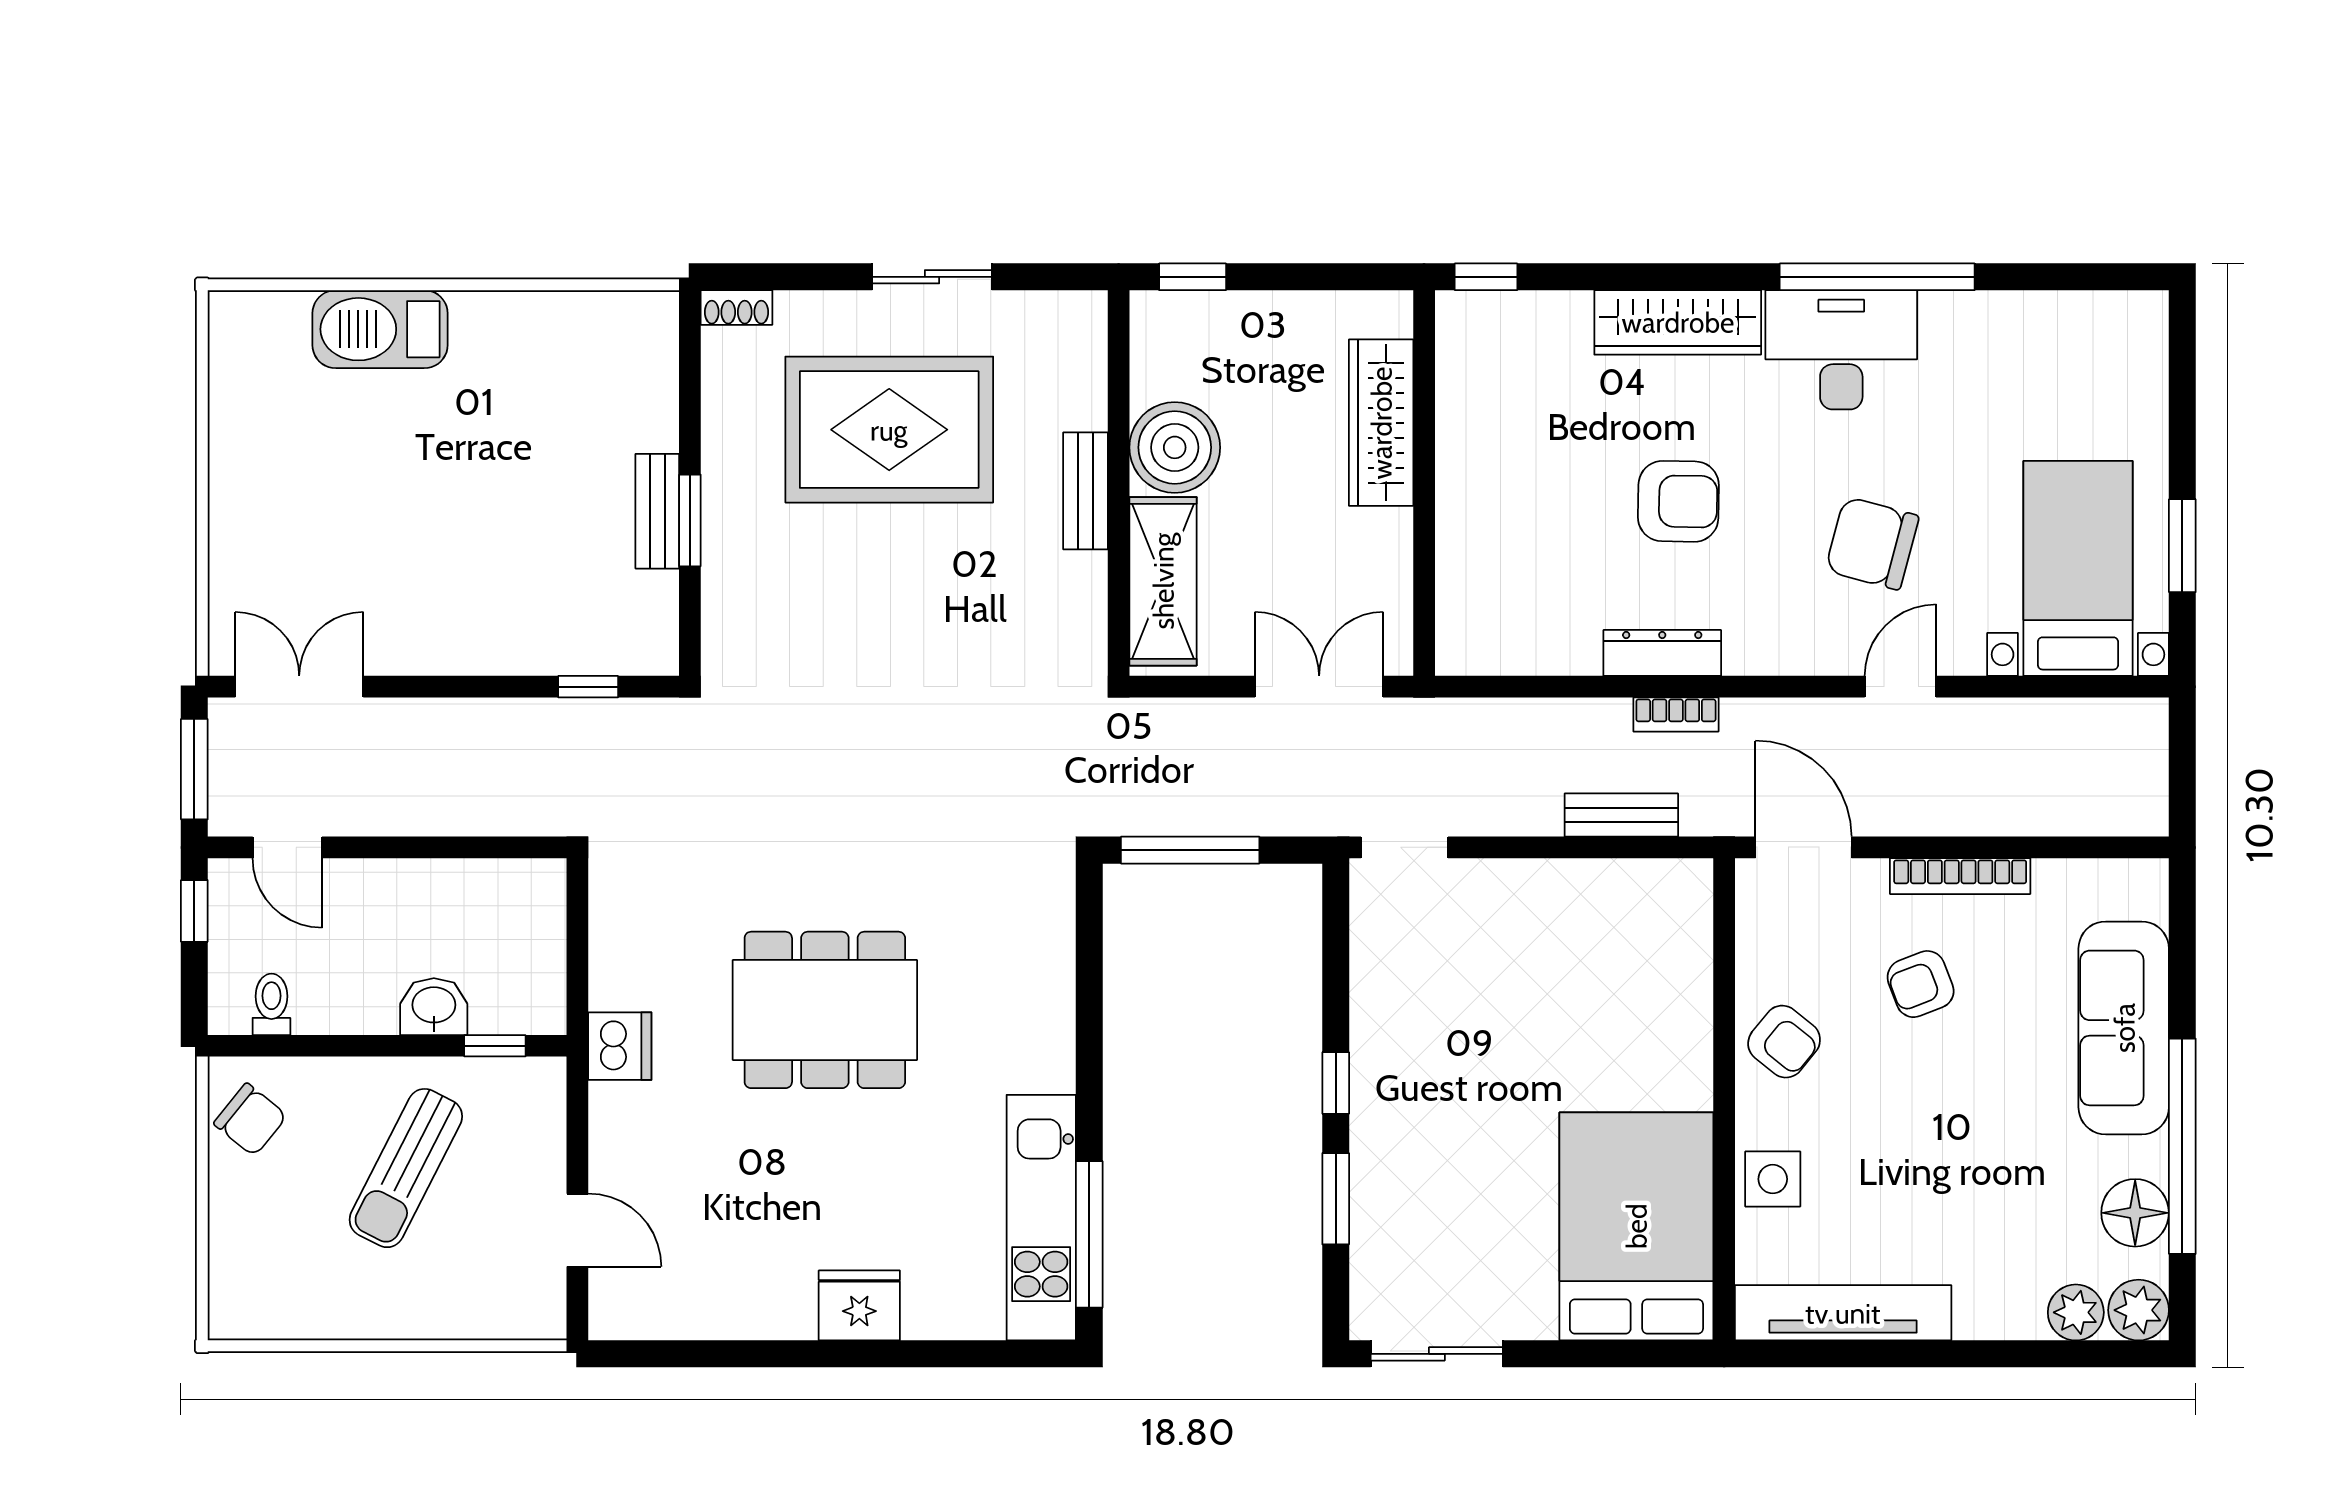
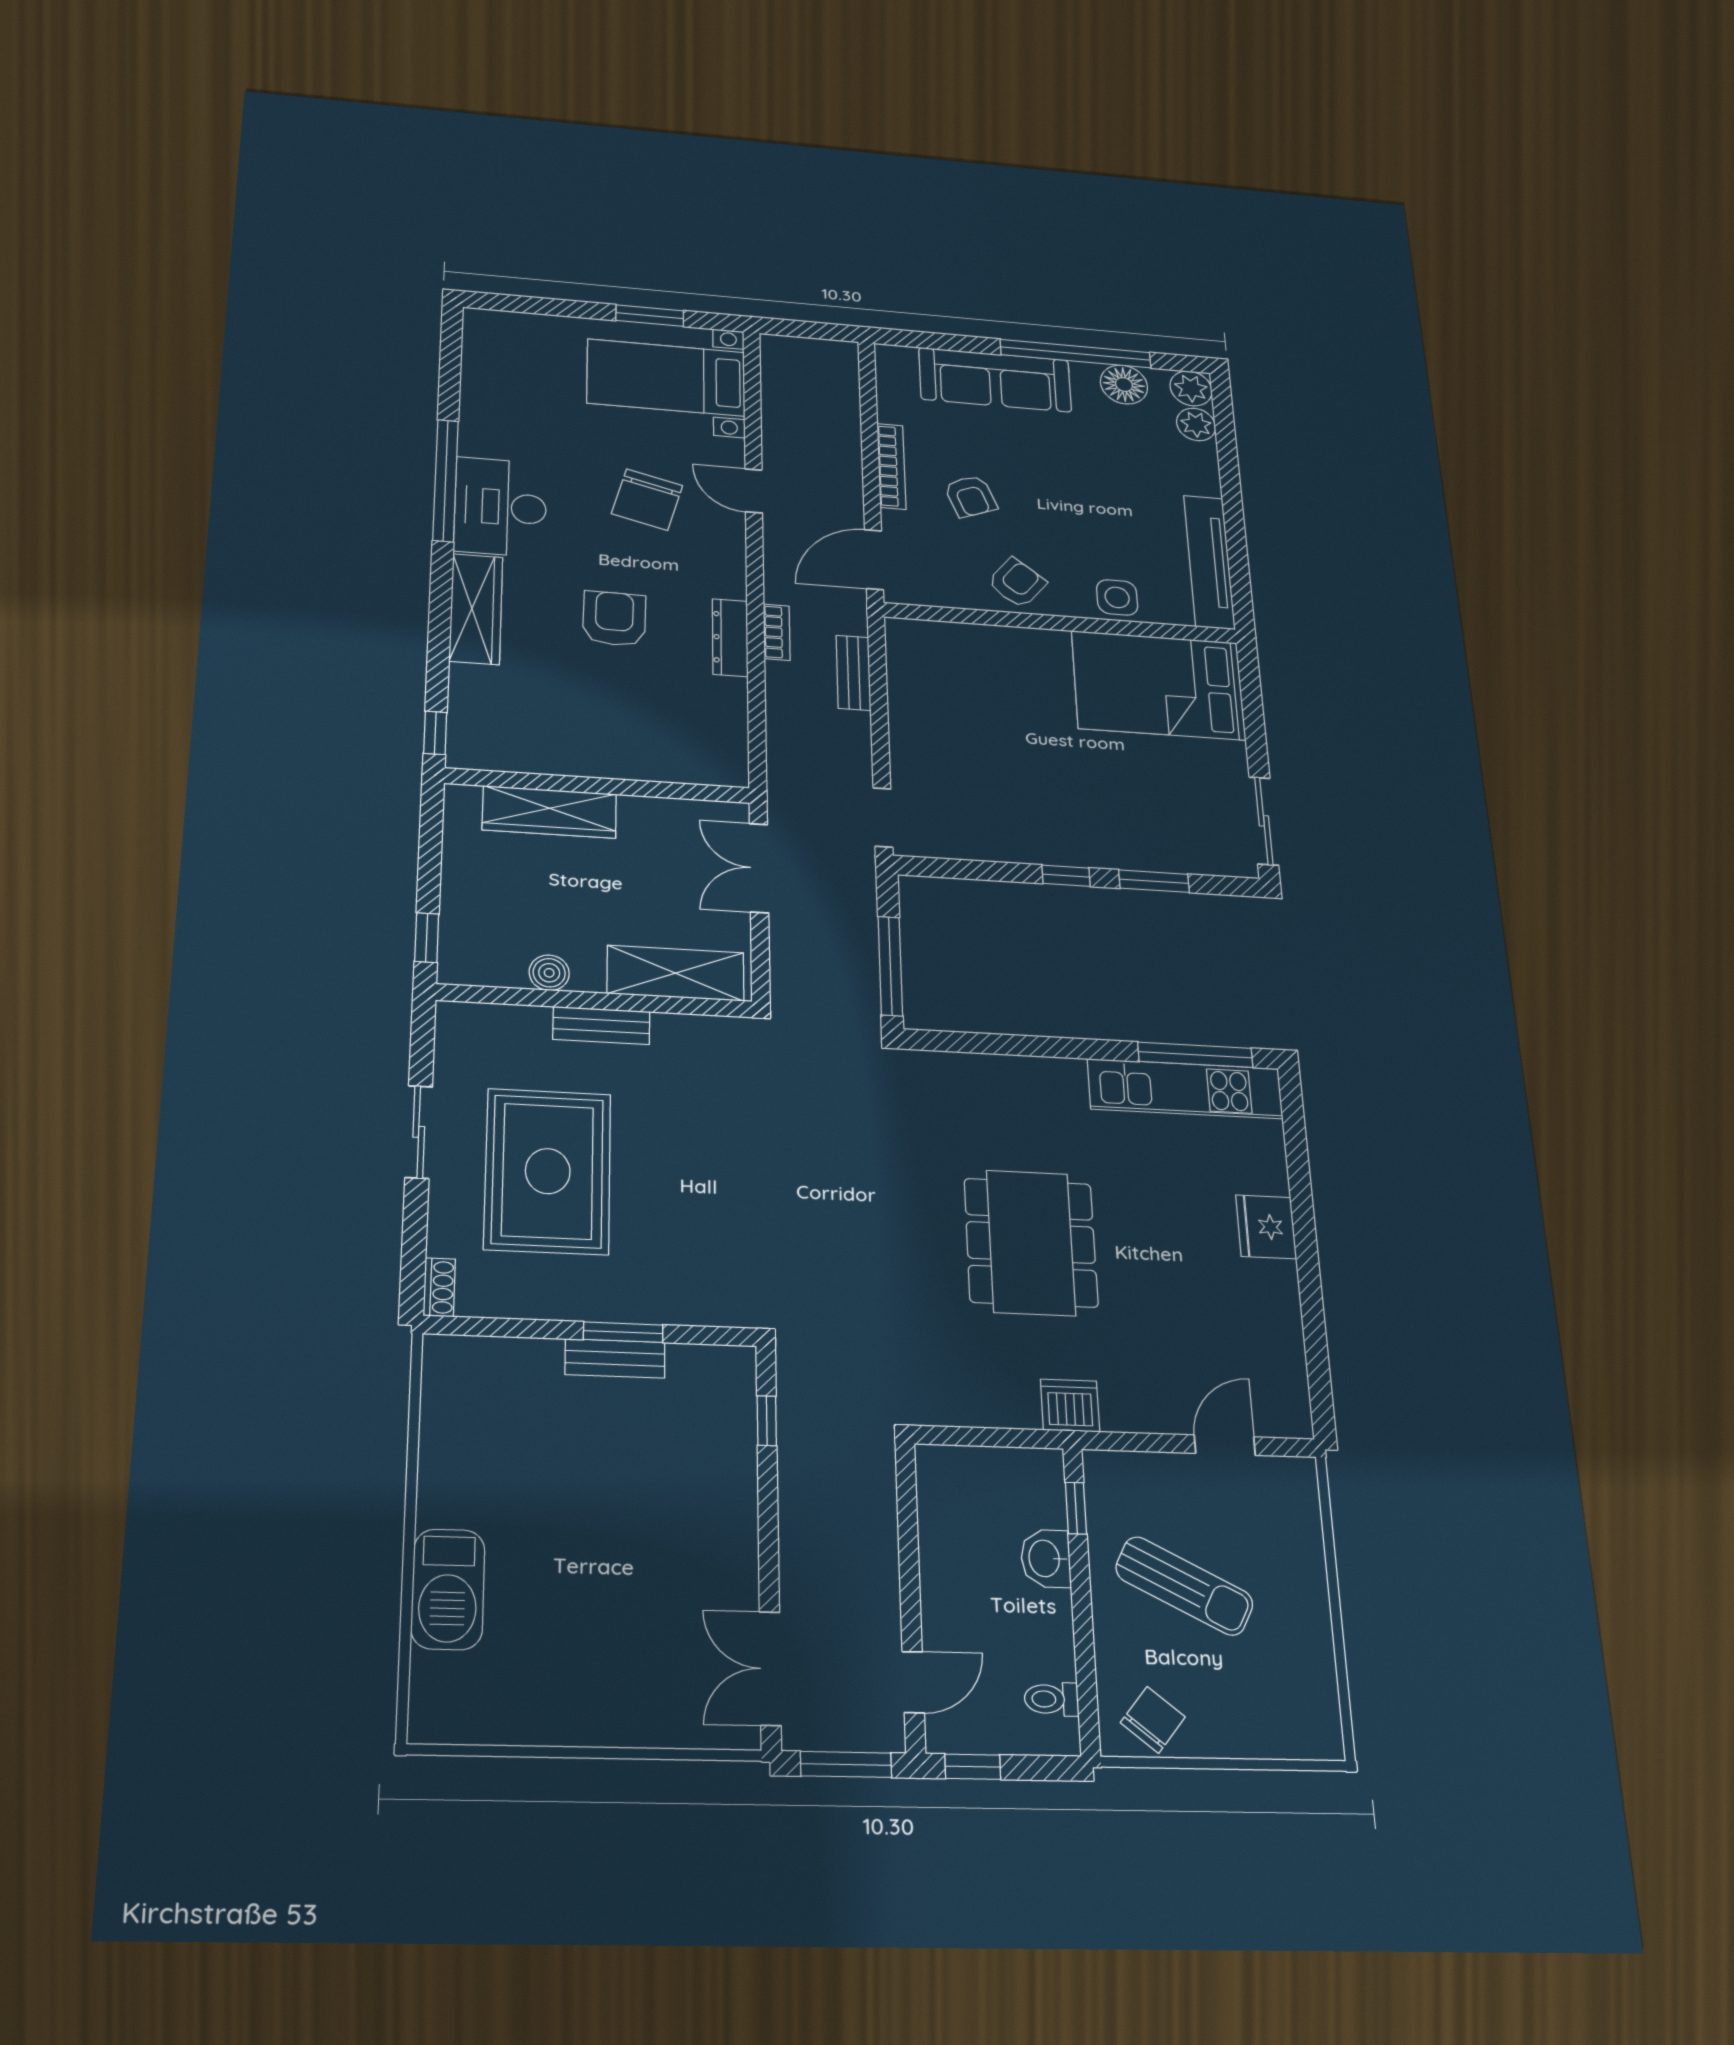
boiler: (1175, 447) -> (549, 973), width x0.54, depth x0.54

